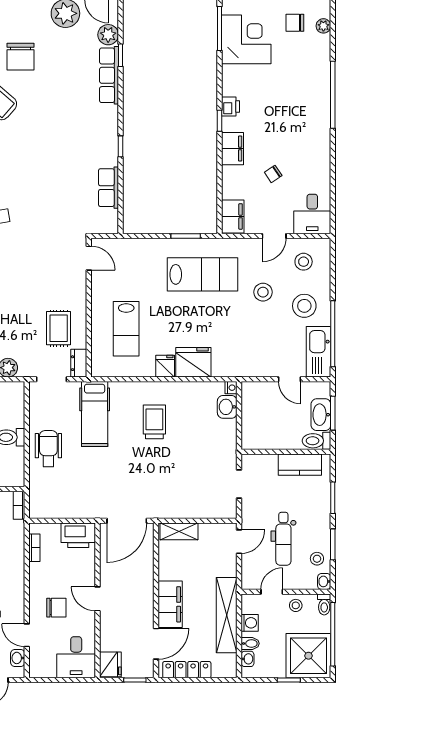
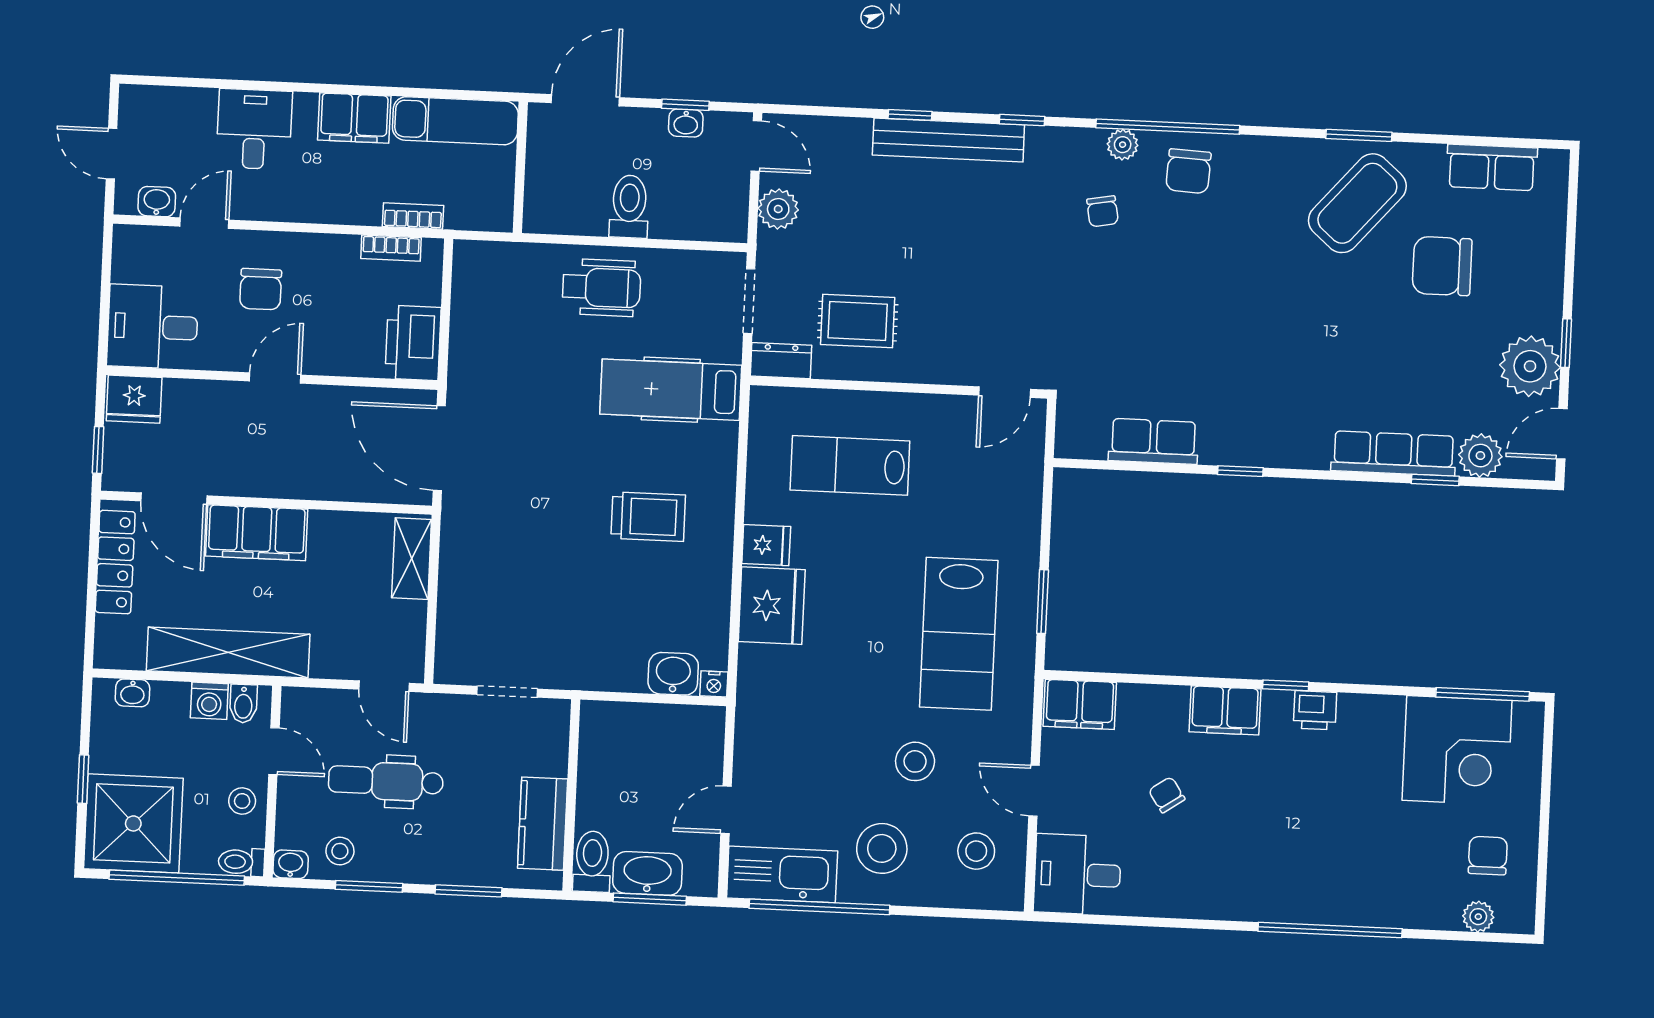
bookcase: (19, 505) -> (413, 216), moved
bidet: (250, 643) -> (243, 704), moved

